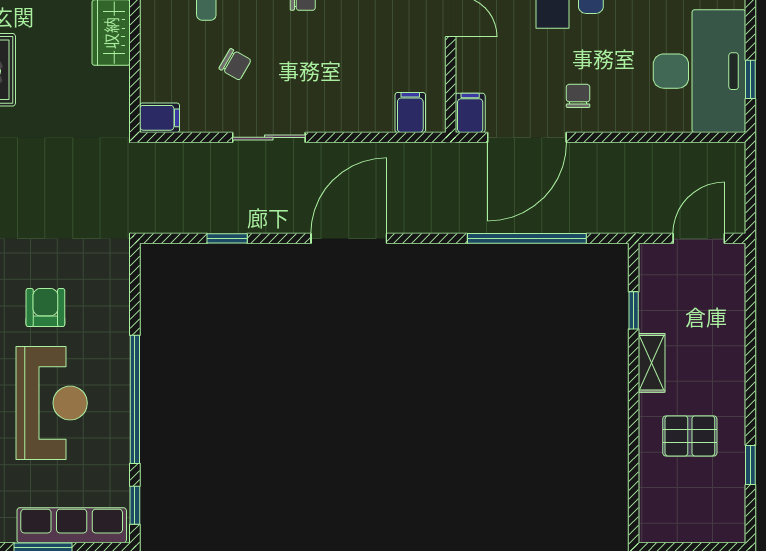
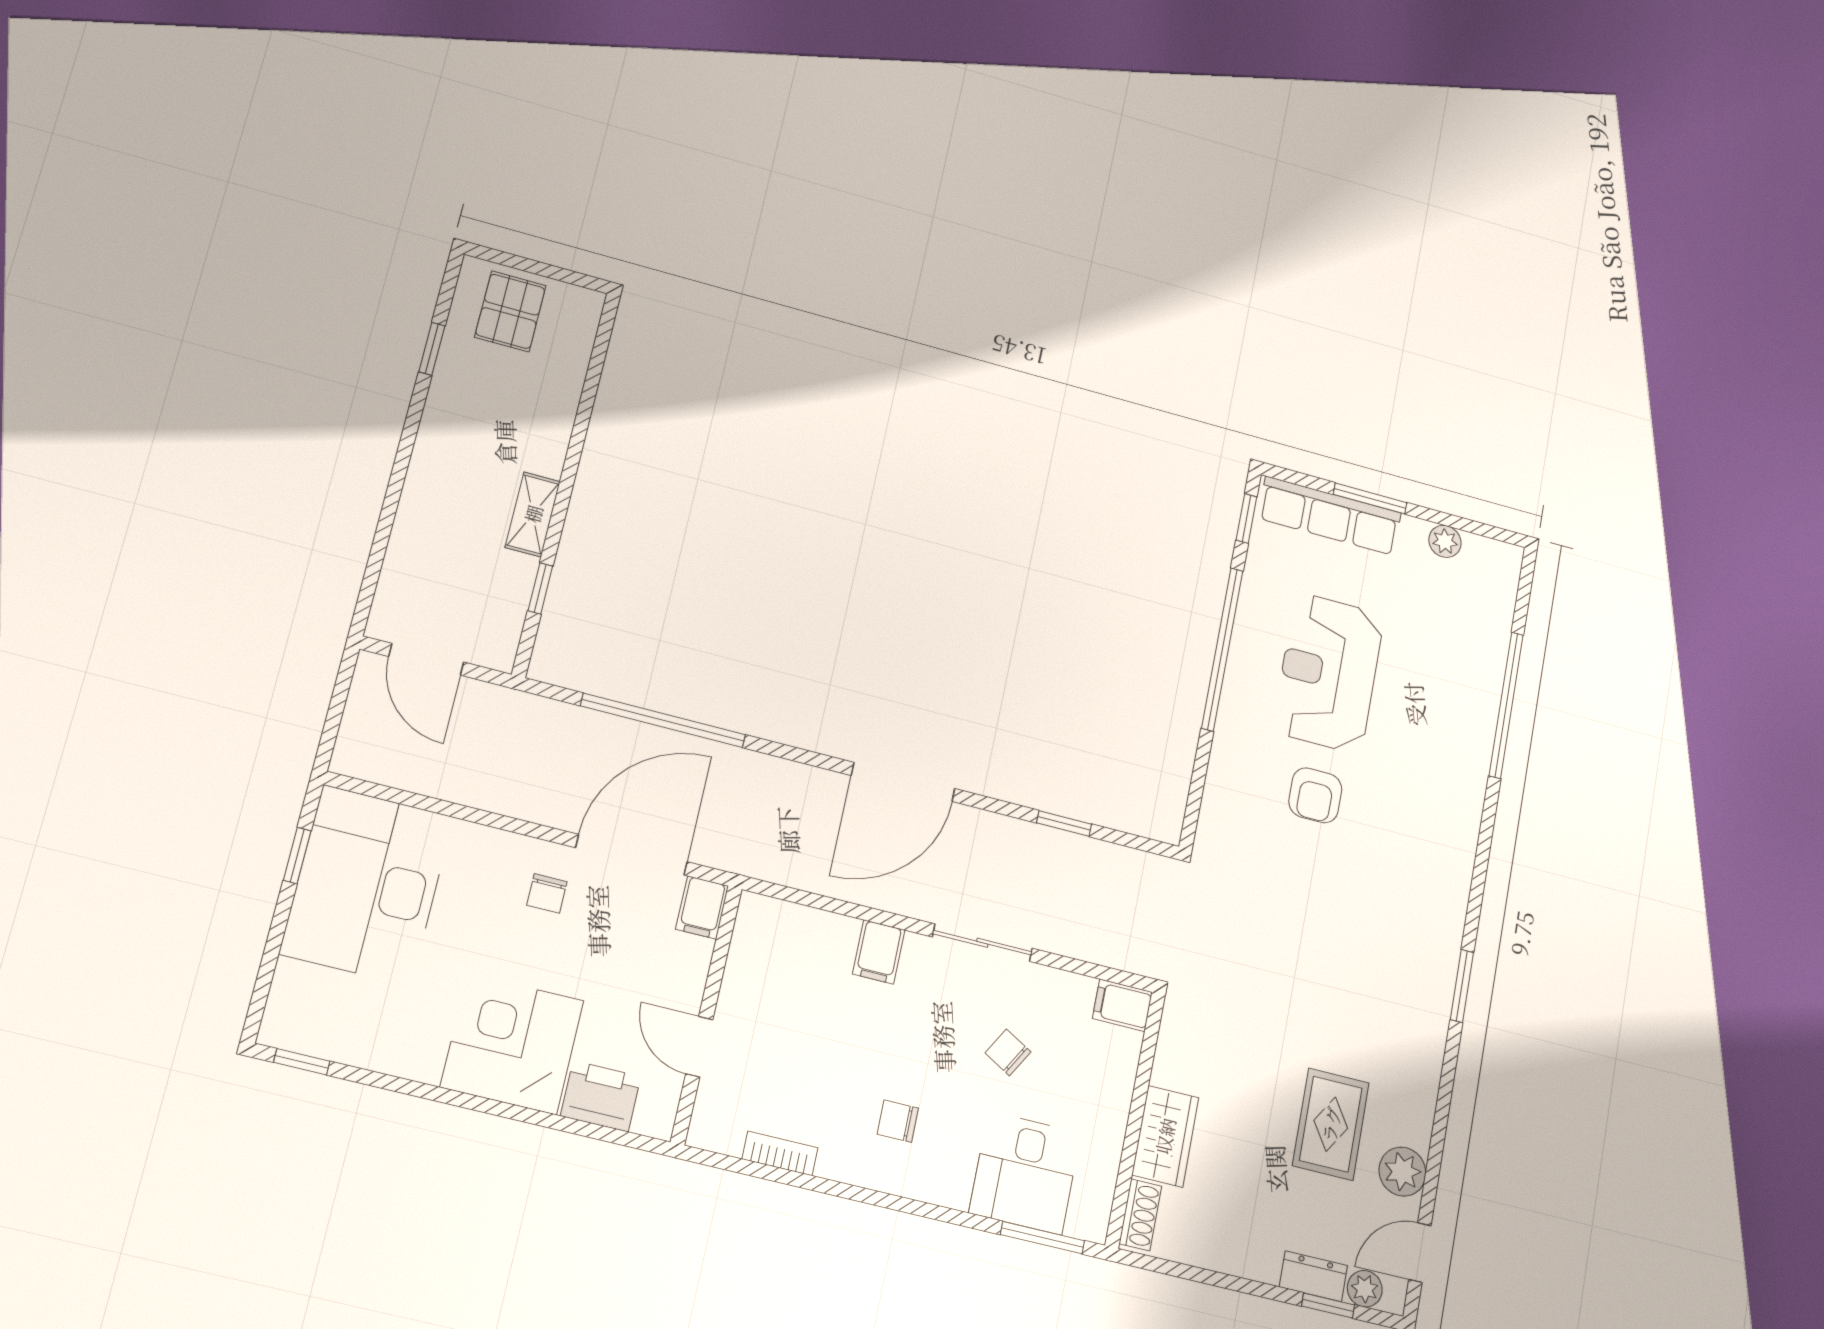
filing cabinet: (410, 112) -> (879, 952), moved
door: (699, 238) -> (426, 659), hinge flipped
pallet: (690, 436) -> (510, 311), moved, turned 90

